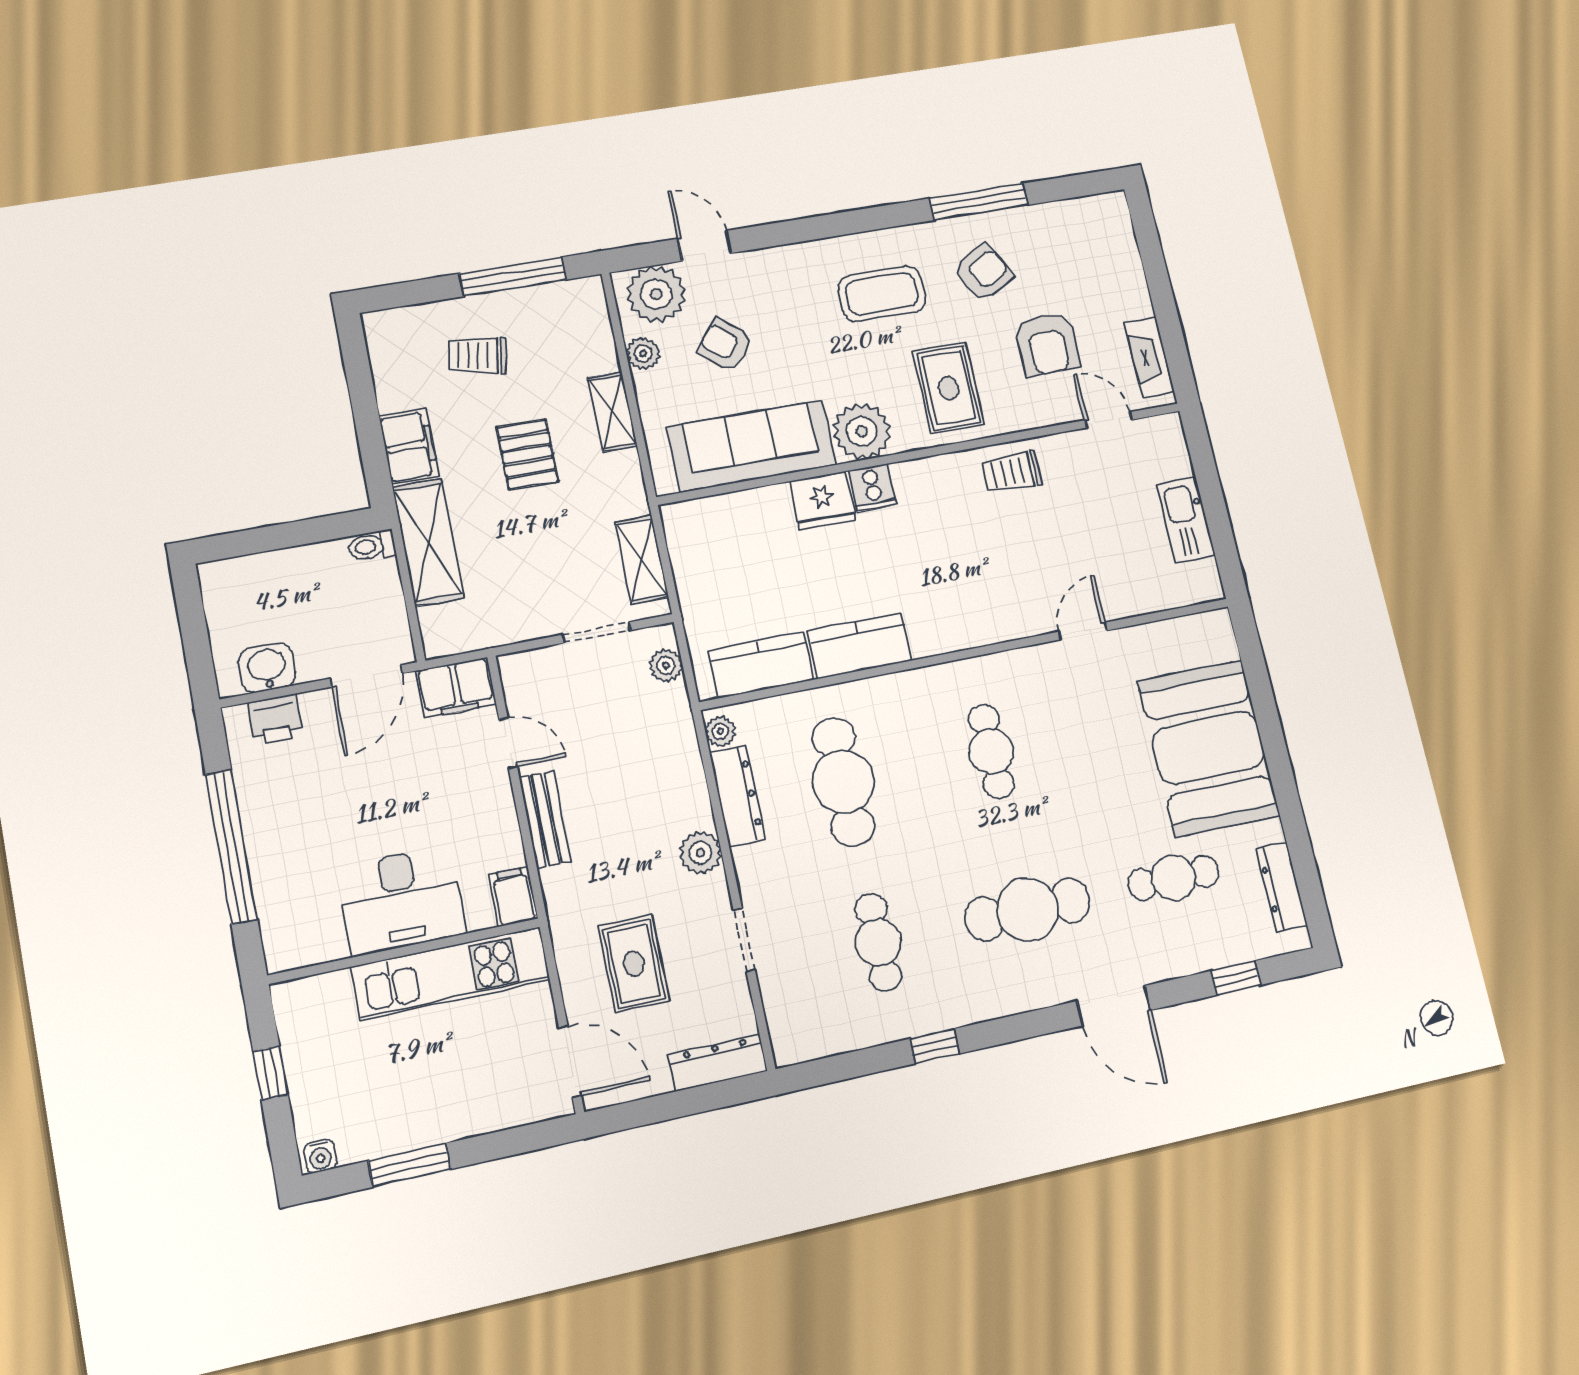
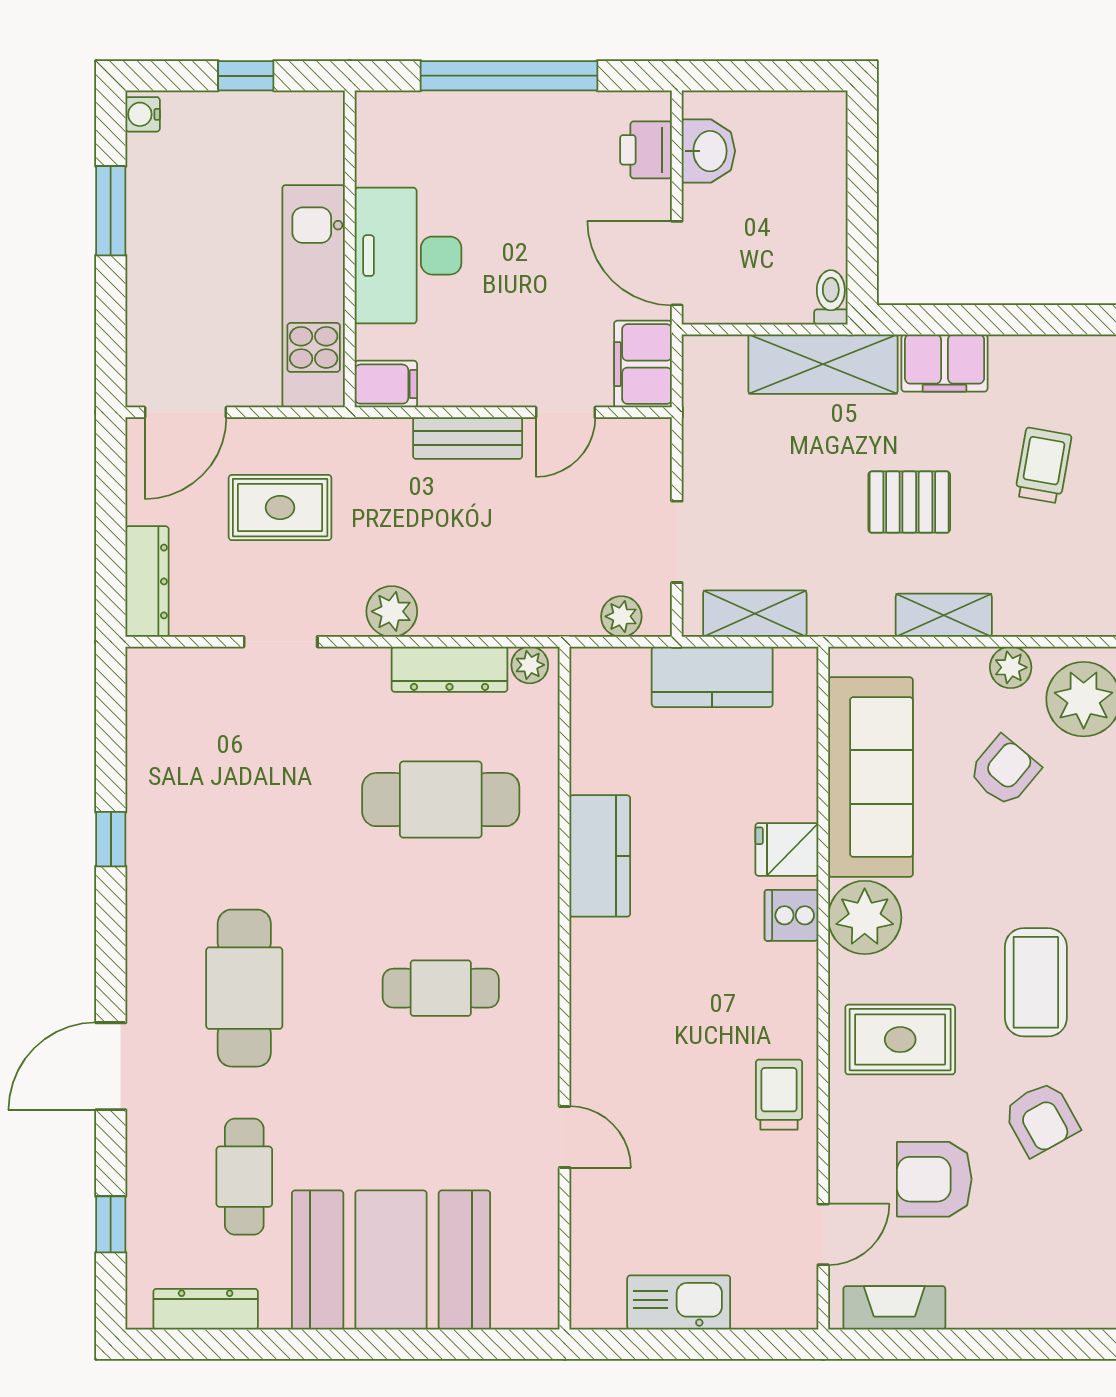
fridge: (822, 501) -> (787, 849), width x0.72
kitchen counter: (761, 665) -> (712, 677), moved, turned 90
cafe table: (878, 942) -> (244, 800), removed

